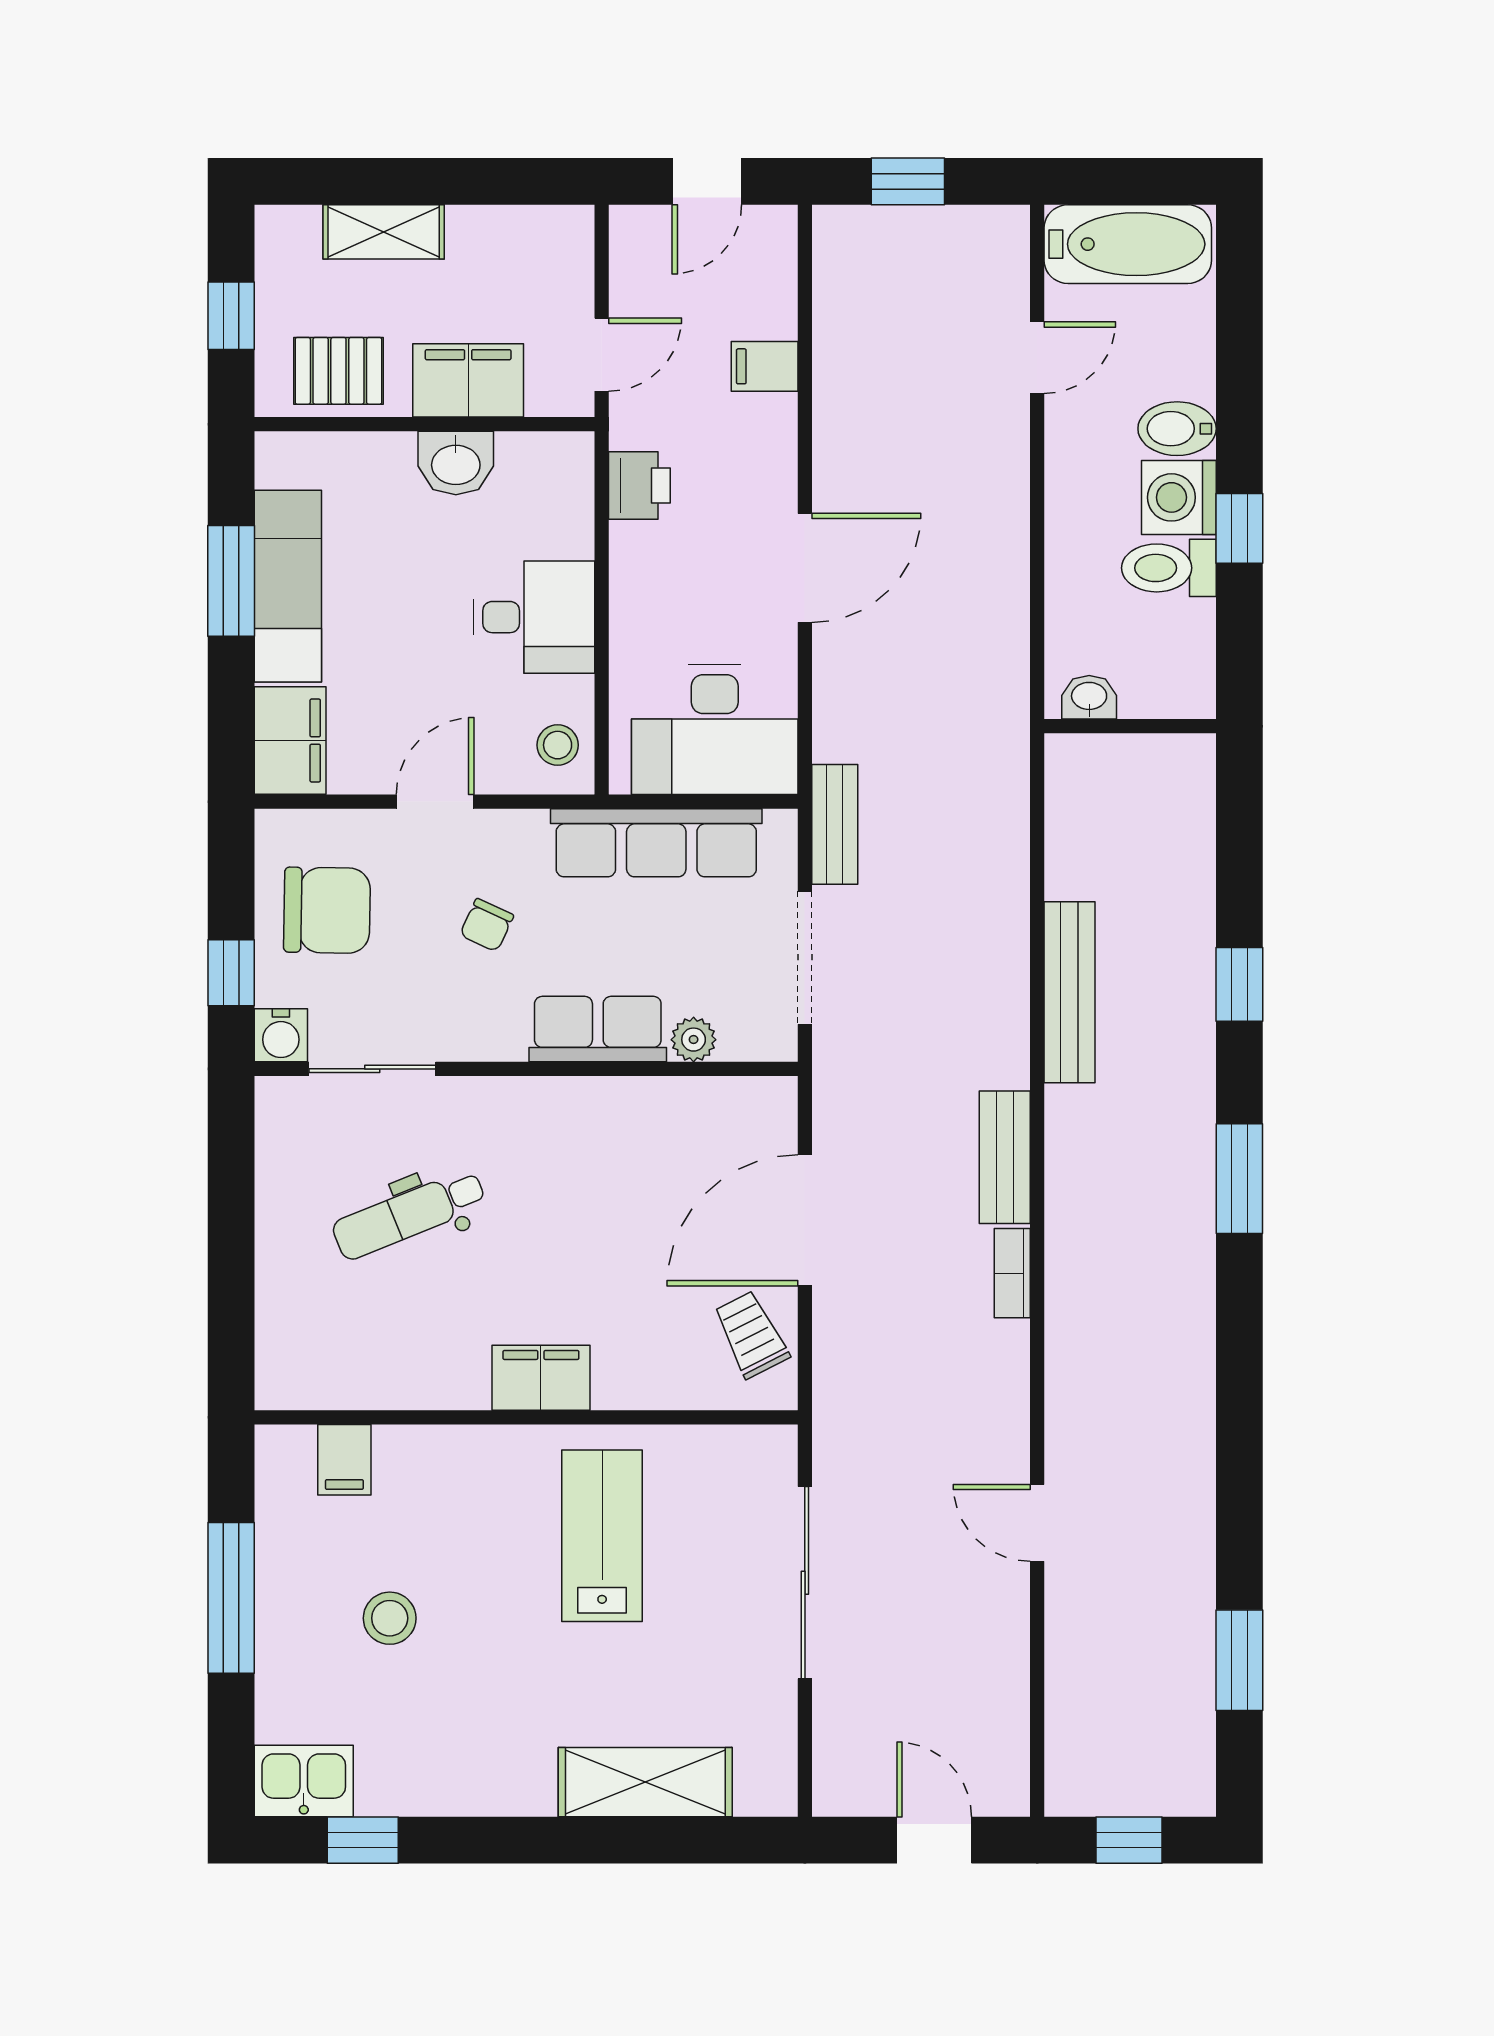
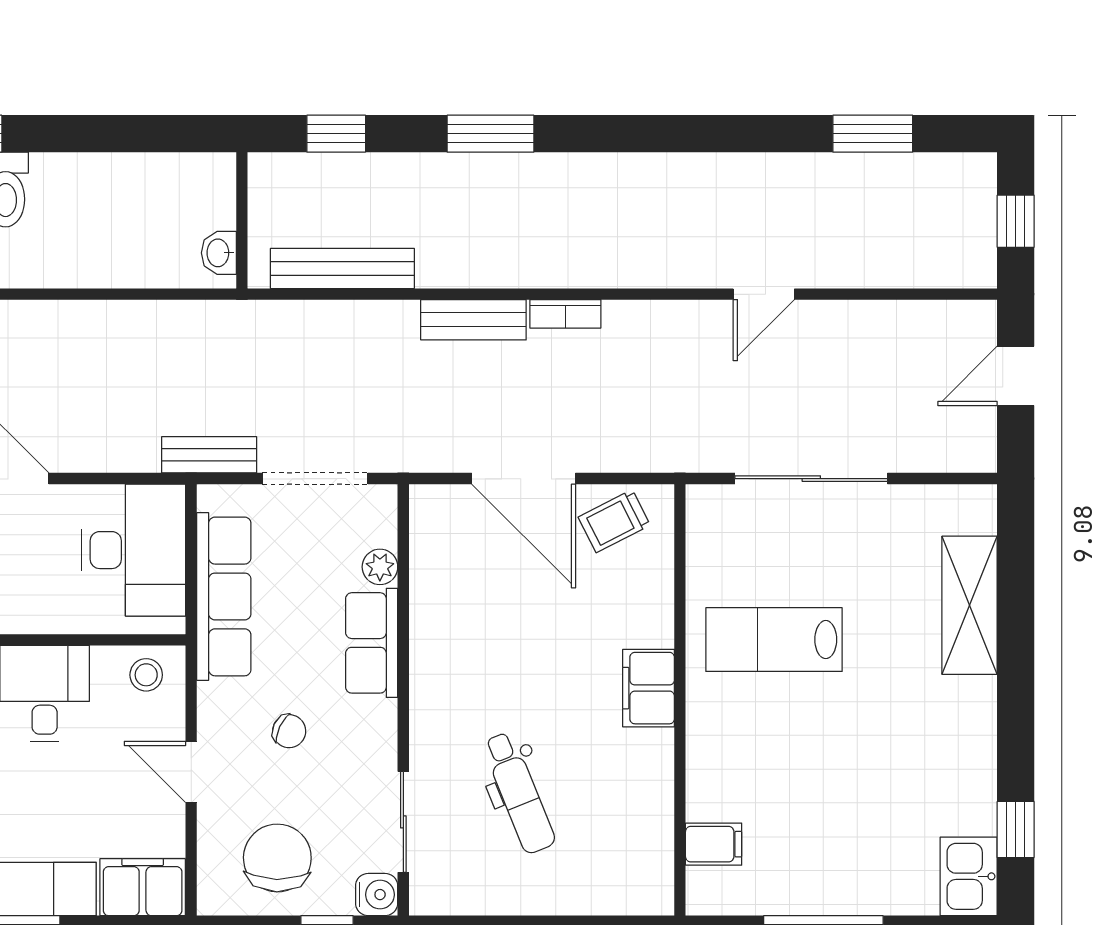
washbasin: (1089, 697) -> (219, 253), moved
wall: (1130, 726) -> (242, 220), moved
stool: (390, 1618) -> (839, 808), removed

